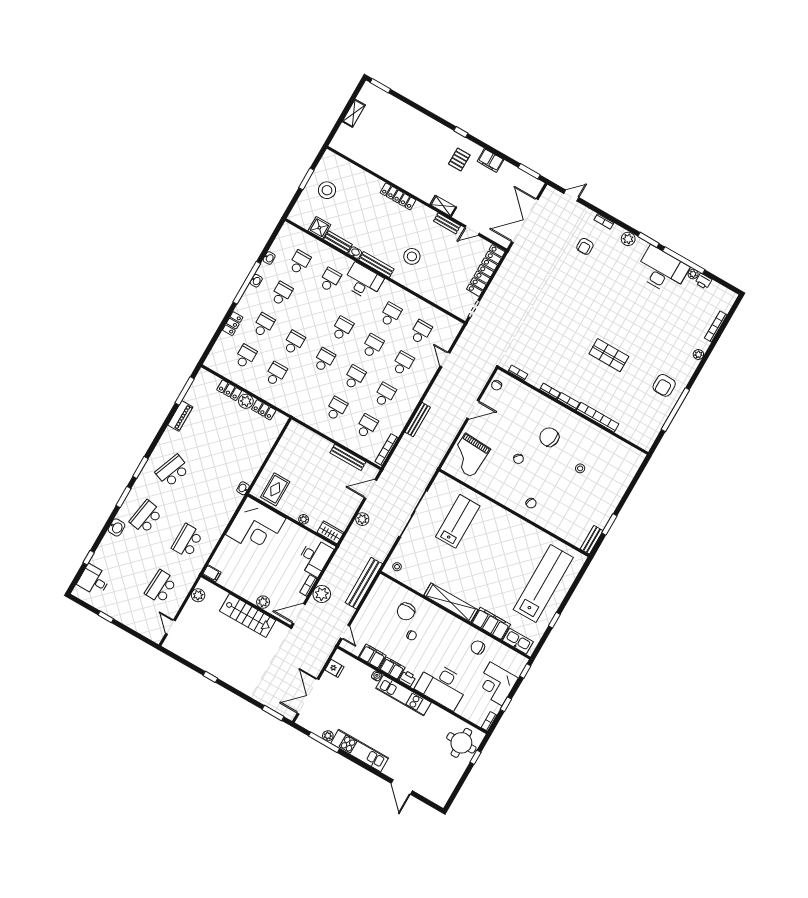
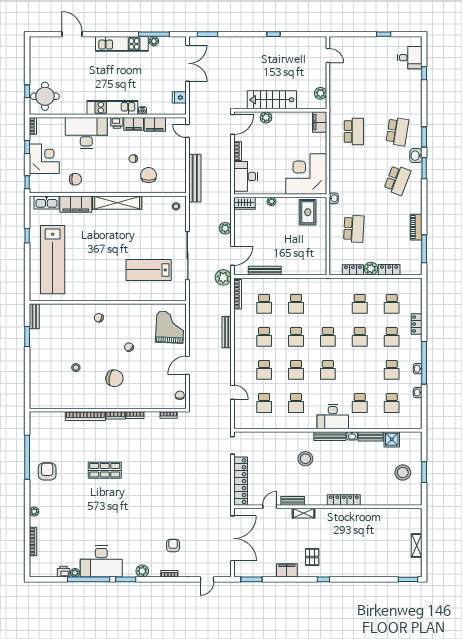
lab bench: (458, 521) -> (149, 270), turned 90
washbasin: (116, 527) -> (416, 156), moved
filing cabinet: (212, 573) -> (320, 122), width x2.00
school desk: (161, 587) -> (354, 229), moved
plant: (322, 594) -> (223, 277), moved

